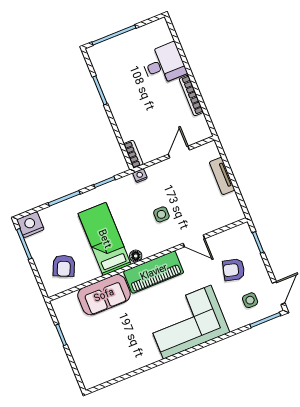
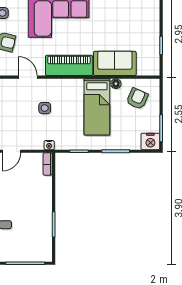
floor lamp: (136, 256) -> (116, 84), moved

